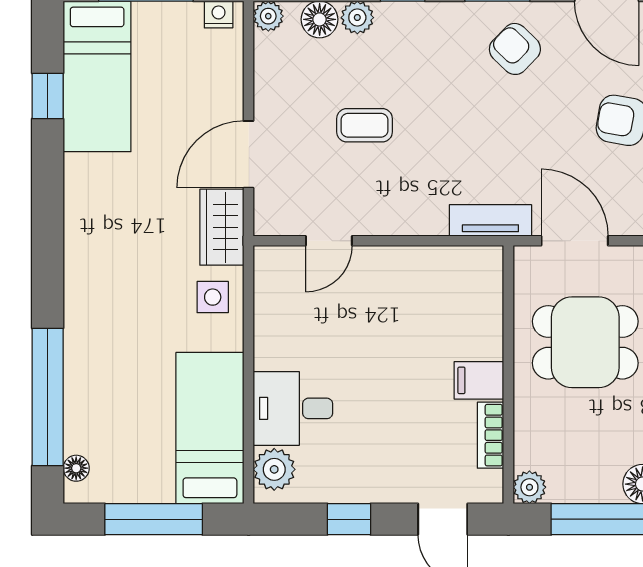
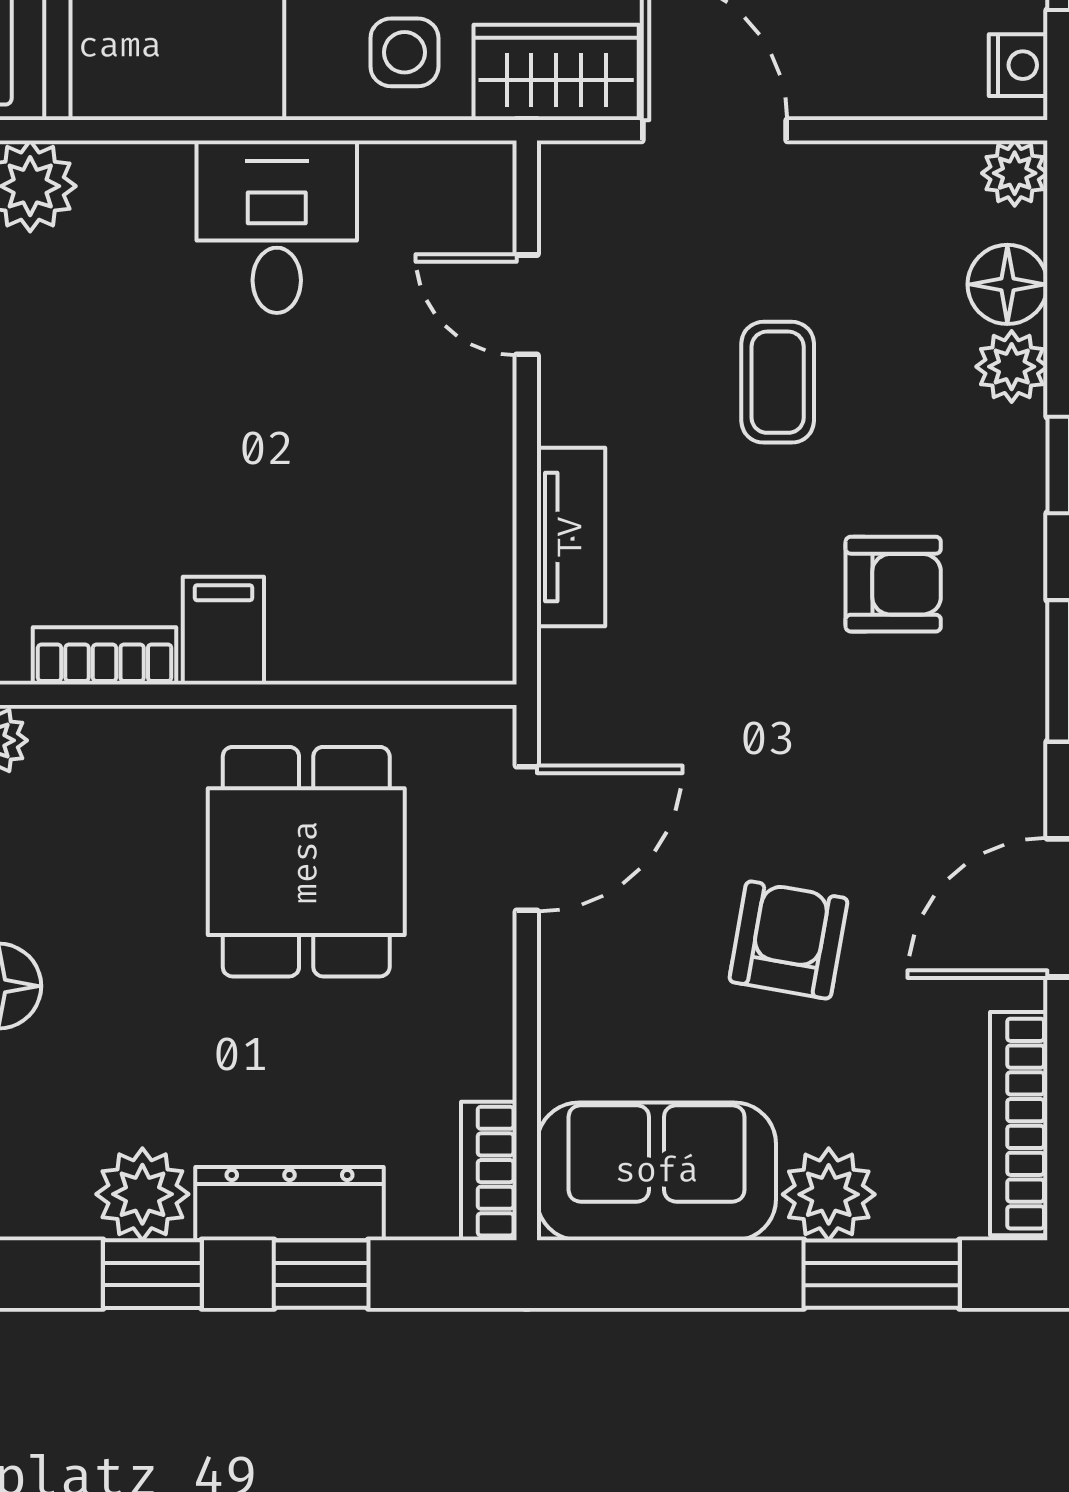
armchair: (515, 49) -> (893, 584), moved, turned 46
tv unit: (490, 220) -> (571, 537), moved
desk: (293, 408) -> (277, 227), moved

